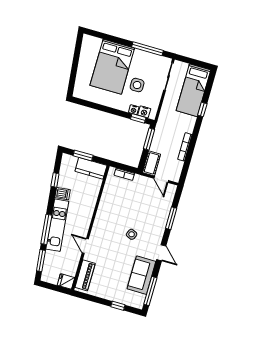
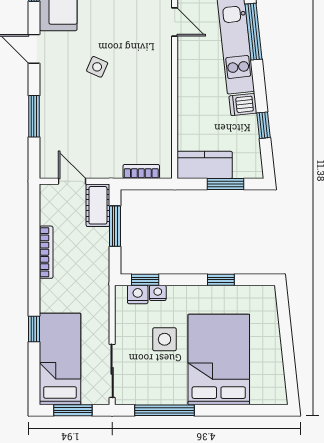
window: (194, 62) -> (73, 410), added
window: (99, 107) -> (221, 280), added
window: (149, 139) -> (115, 226), moved

